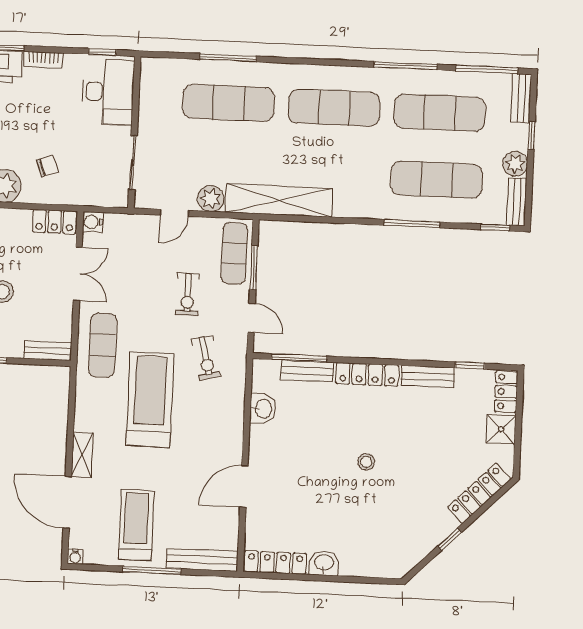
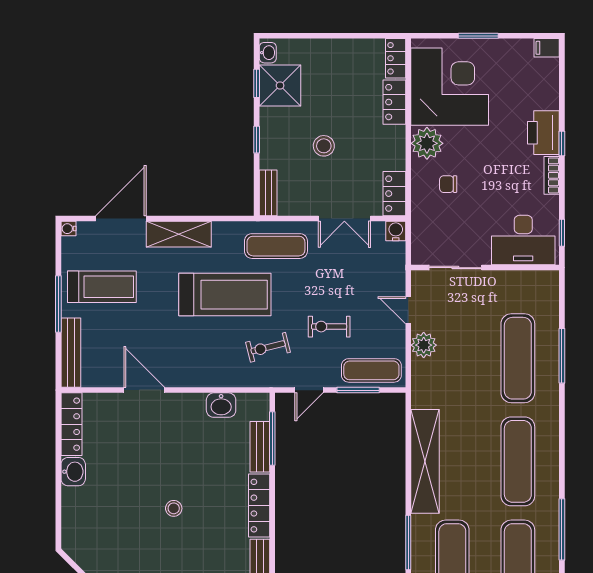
chair: (47, 166) -> (448, 184), turned 110
shelving: (279, 200) -> (425, 461), moved
shelving: (82, 455) -> (179, 234), width x1.50, depth x1.33

